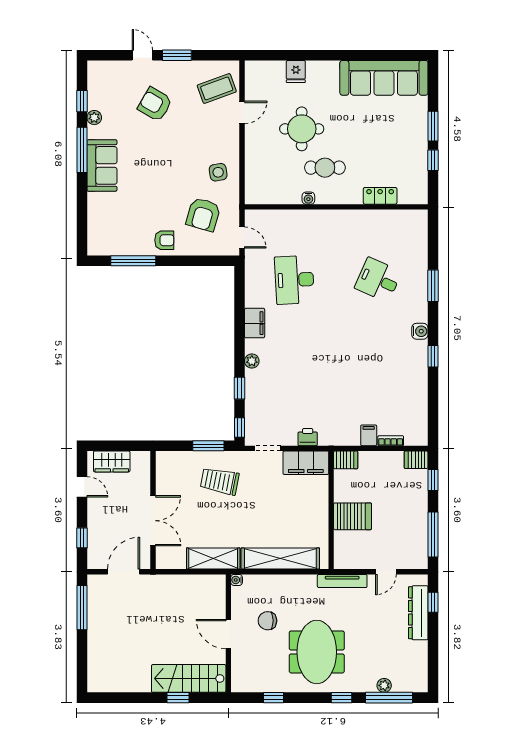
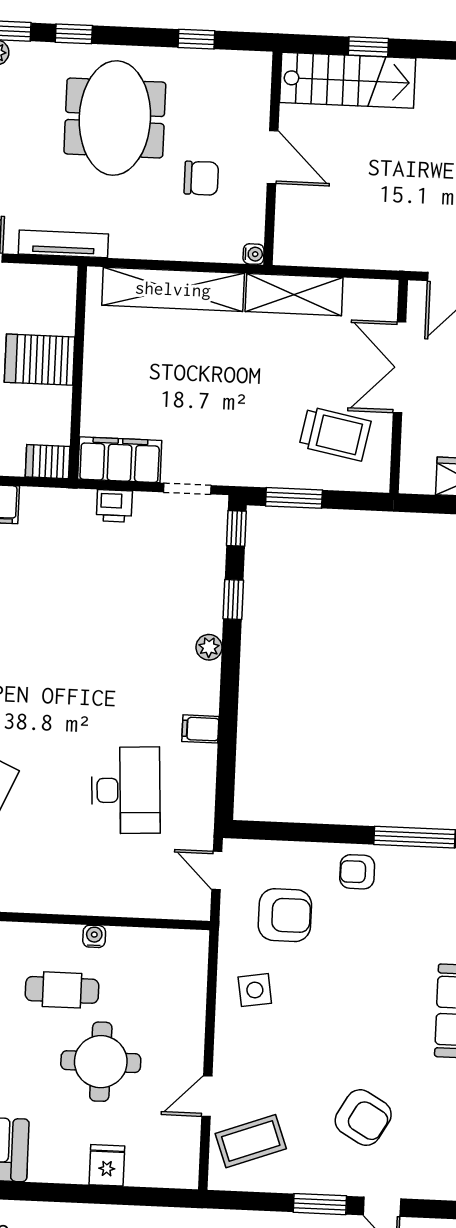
armchair: (203, 214) -> (285, 915), turned 74
filing cabinet: (255, 323) -> (200, 729), width x0.50
trolley: (220, 481) -> (335, 434), moved

